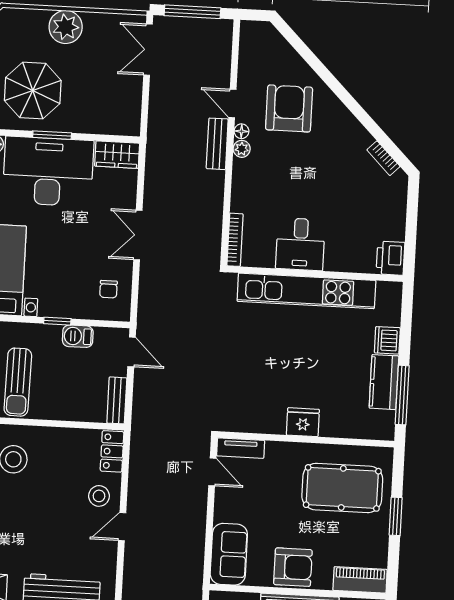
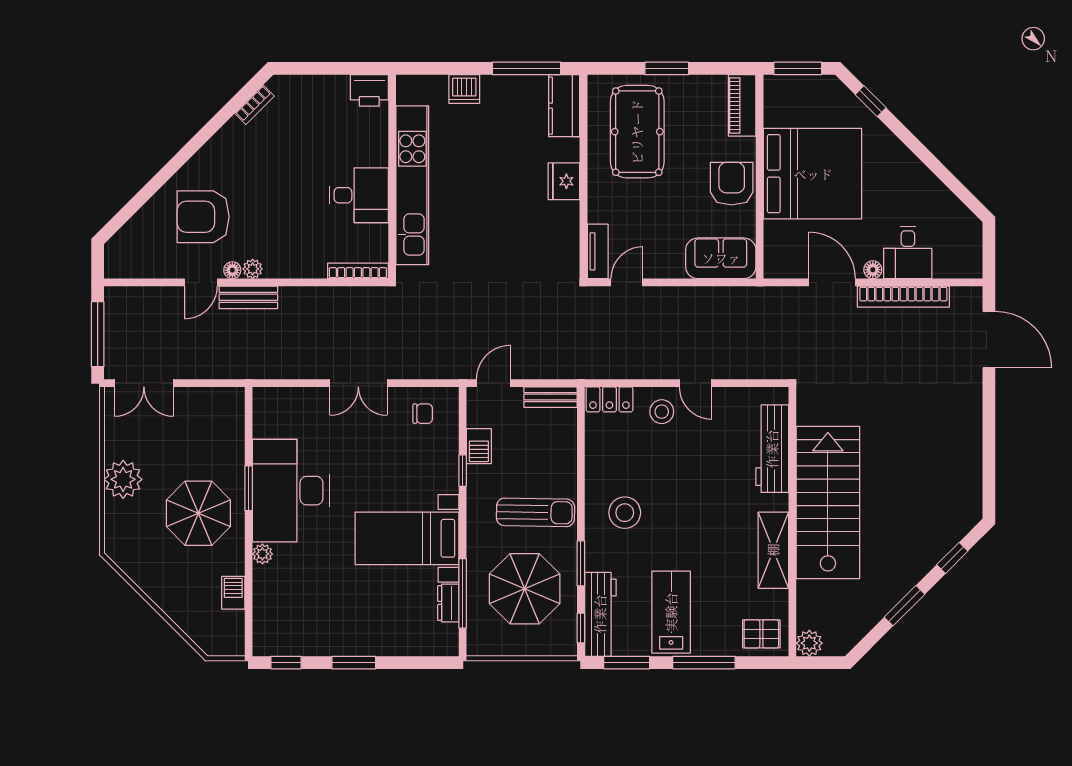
wardrobe: (117, 155) -> (267, 412), removed
kitchen counter: (384, 382) -> (564, 106), moved, turned 90

